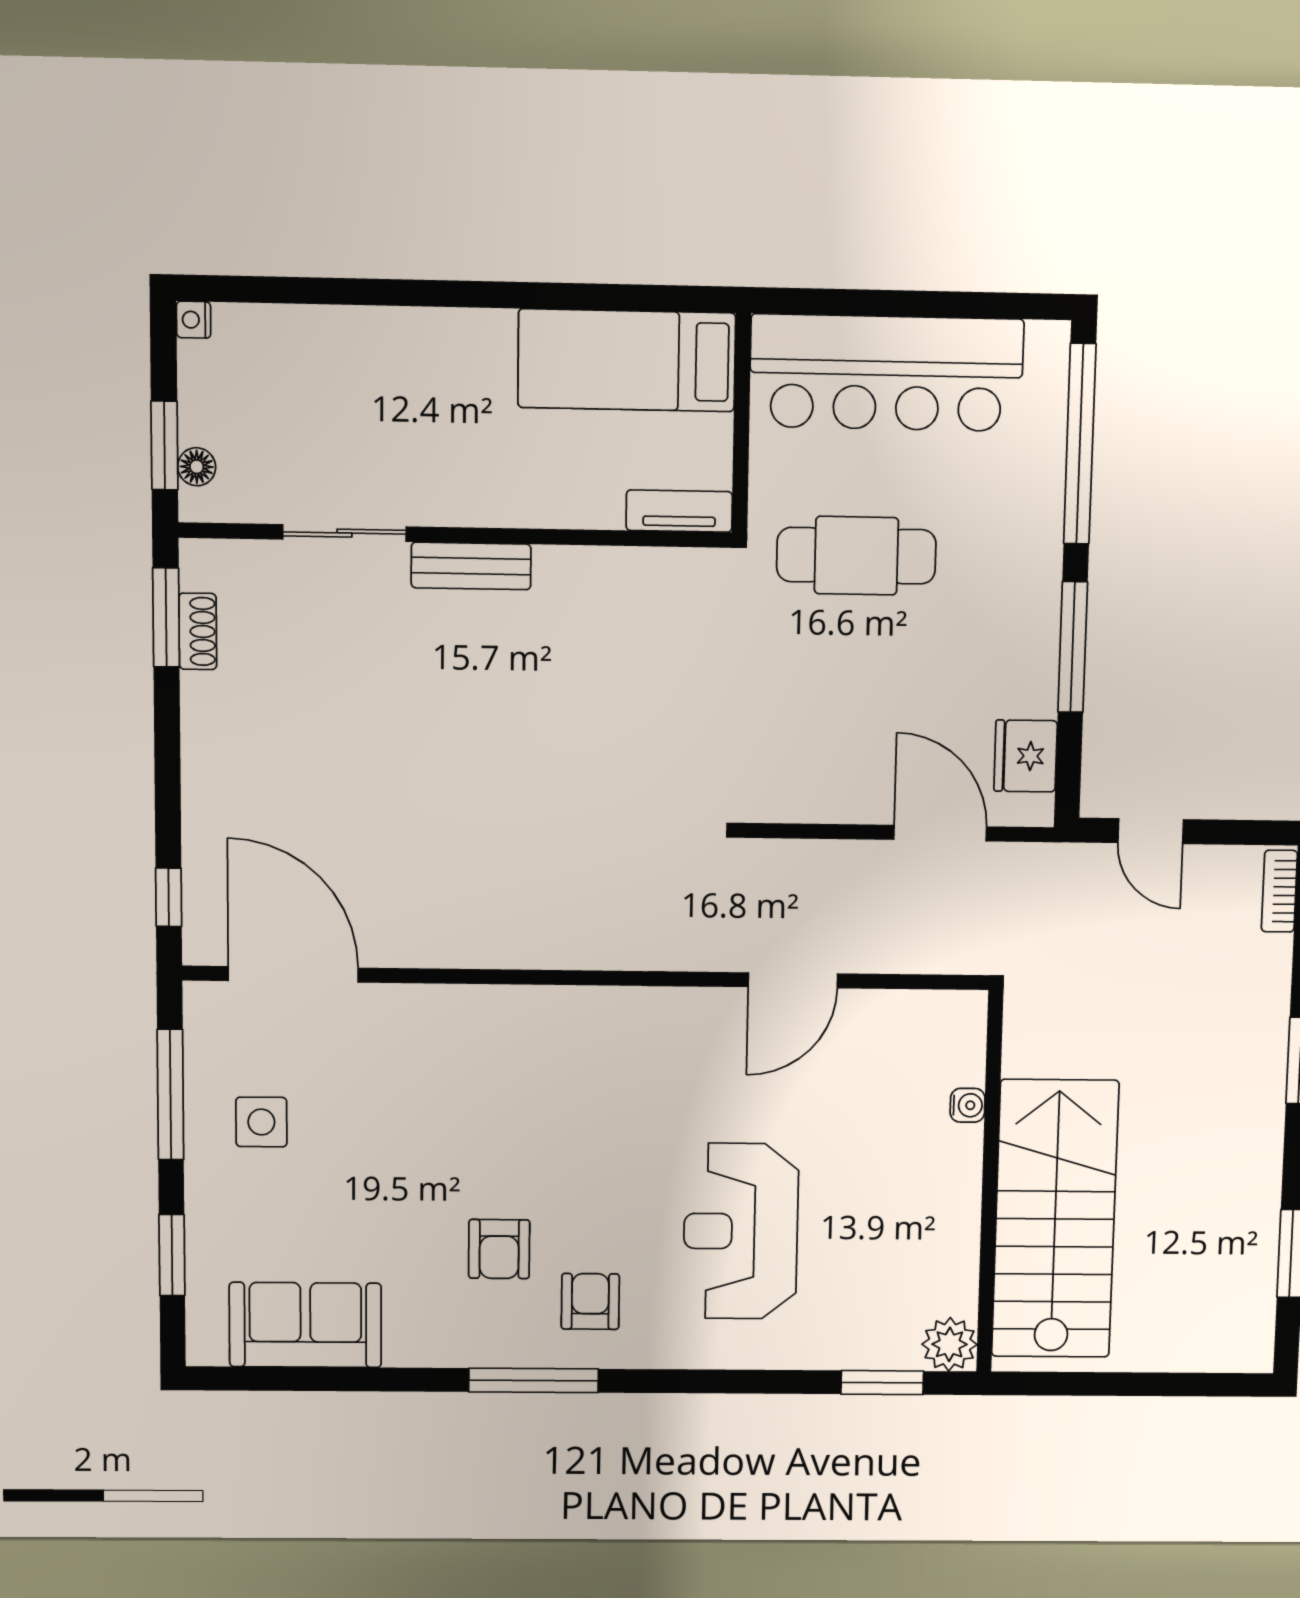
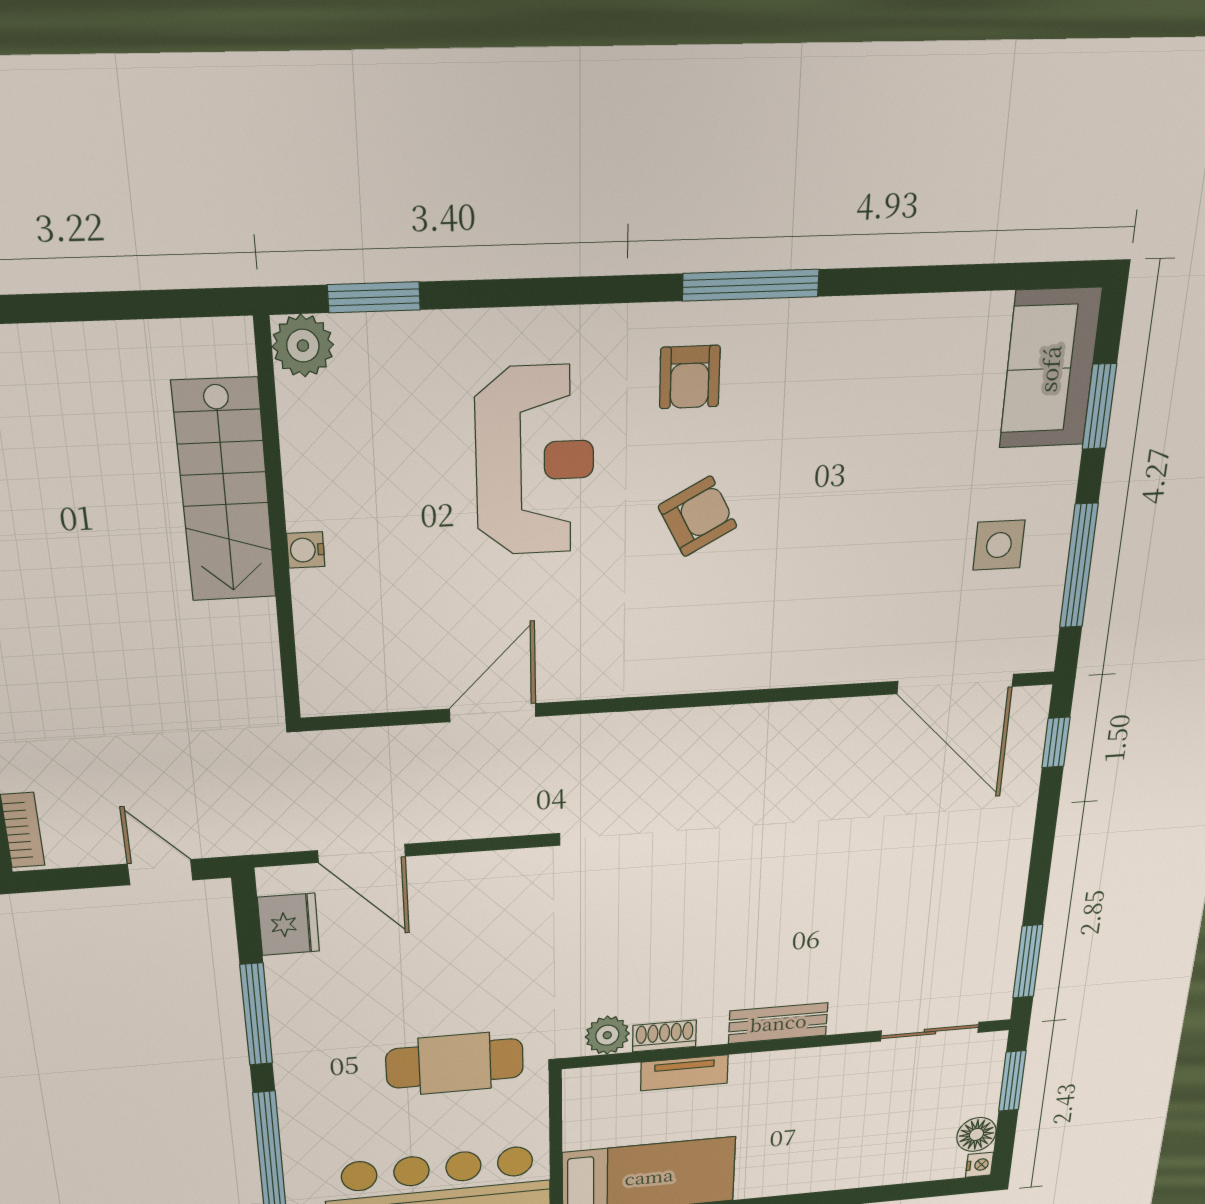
floor lamp: (197, 467) -> (976, 1134), moved, width x1.37, depth x1.37
tv unit: (679, 511) -> (684, 1073), moved
sliding door: (345, 533) -> (930, 1032), moved
plant: (677, 573) -> (607, 1035), added
shoe rack: (198, 631) -> (664, 1036), moved, turned 90
water cooler: (968, 1105) -> (306, 550), moved
stairs: (1055, 1219) -> (225, 491), width x0.73, depth x0.66
armchair: (499, 1249) -> (698, 516), moved, turned 62
sofa: (305, 1325) -> (1050, 369), moved, turned 90

